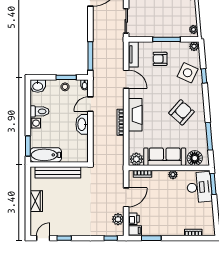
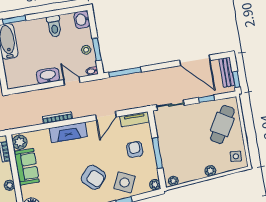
armchair: (182, 112) -> (93, 177), moved
washing machine: (35, 123) -> (41, 24), removed
sofa: (165, 157) -> (27, 167), width x0.73

